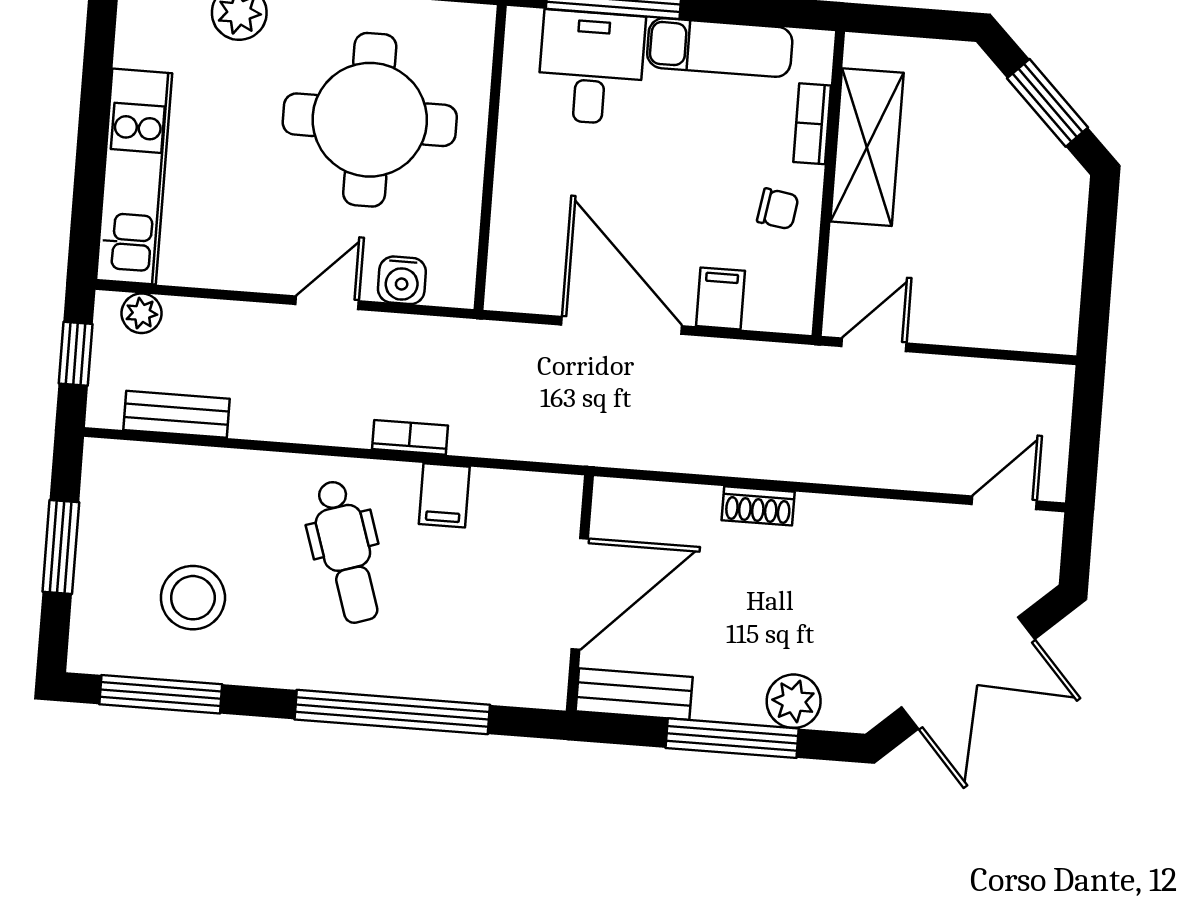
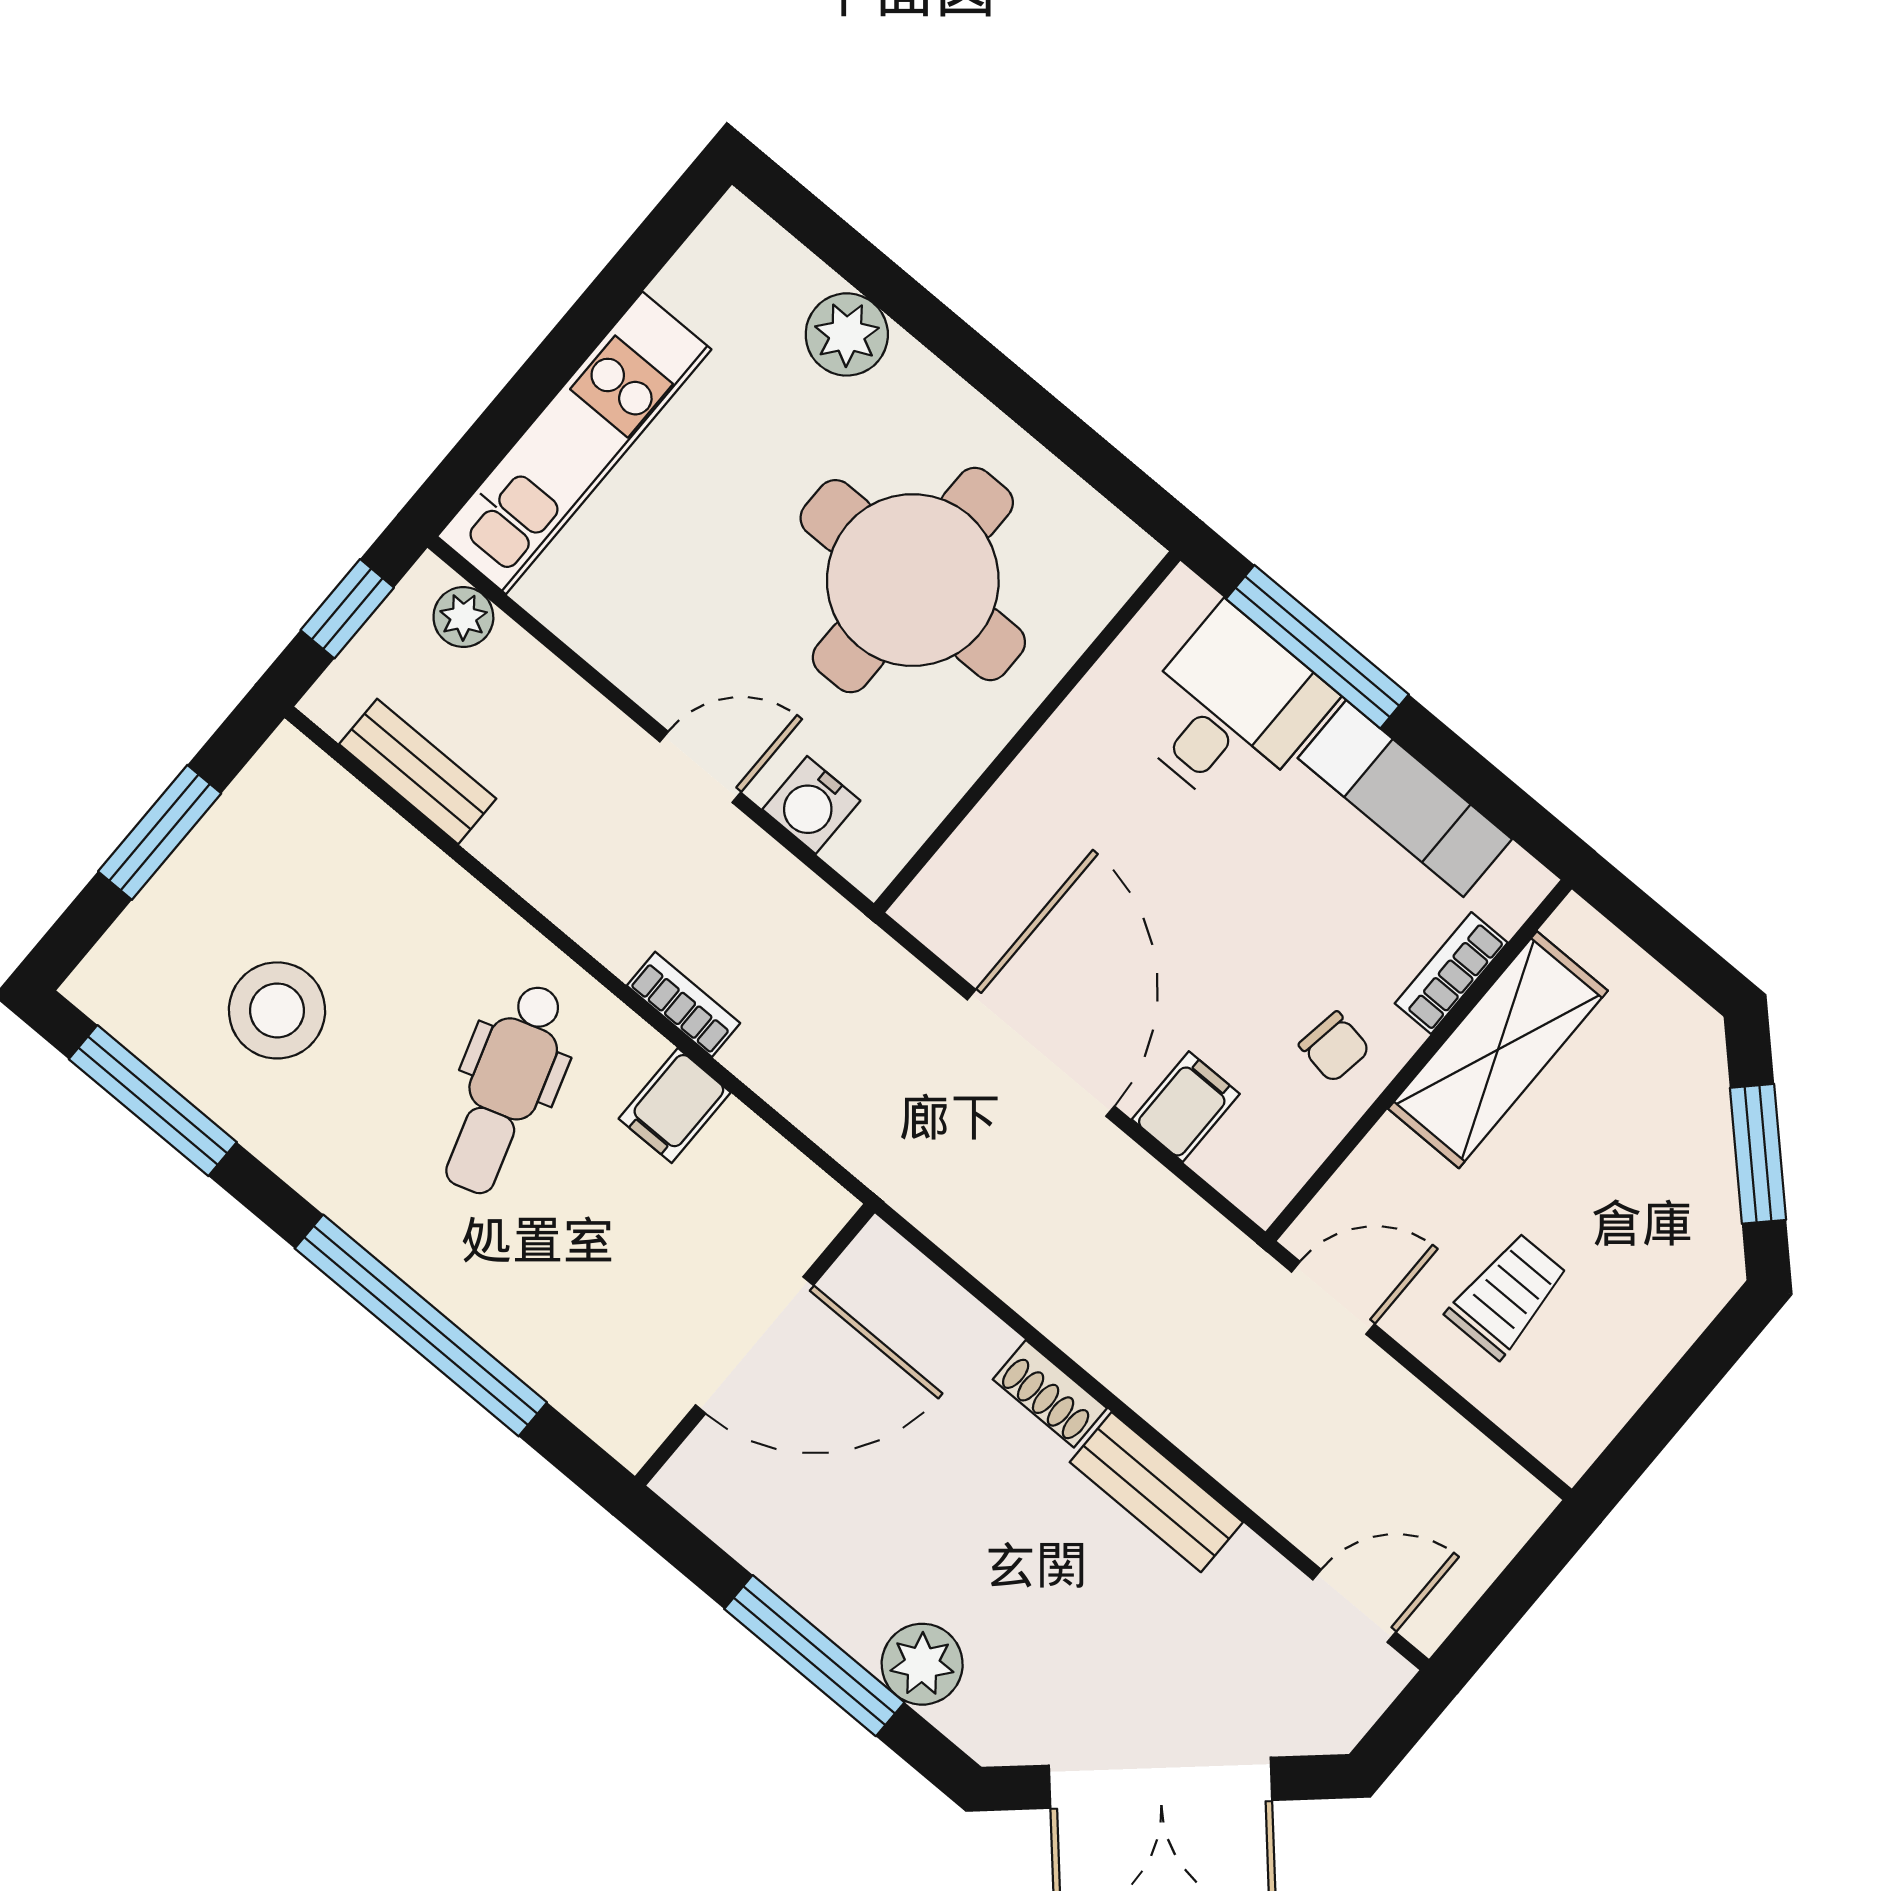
trolley: (967, 276) -> (1507, 1295), added
bench: (634, 694) -> (1156, 1492), moved

